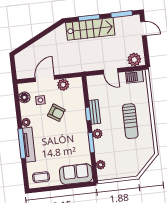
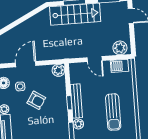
plant: (63, 85) -> (58, 70), moved
bench: (95, 112) -> (76, 101), width x1.36

